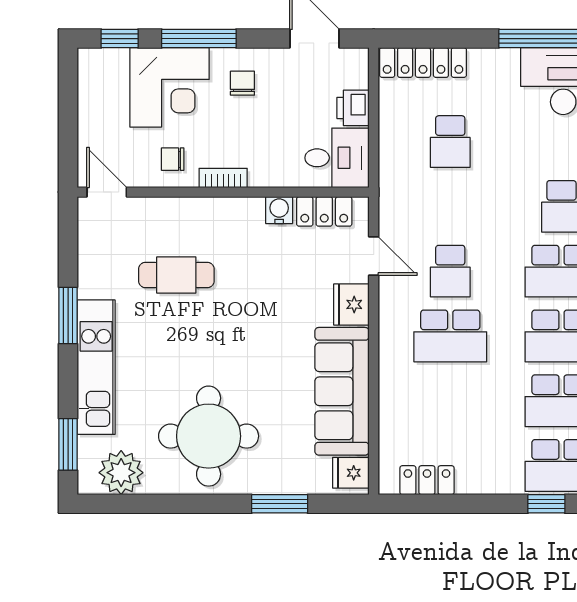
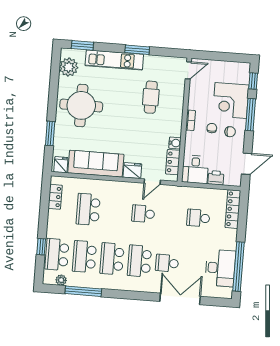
chair: (173, 159) -> (212, 128), moved
school desk: (450, 336) -> (88, 209), moved

